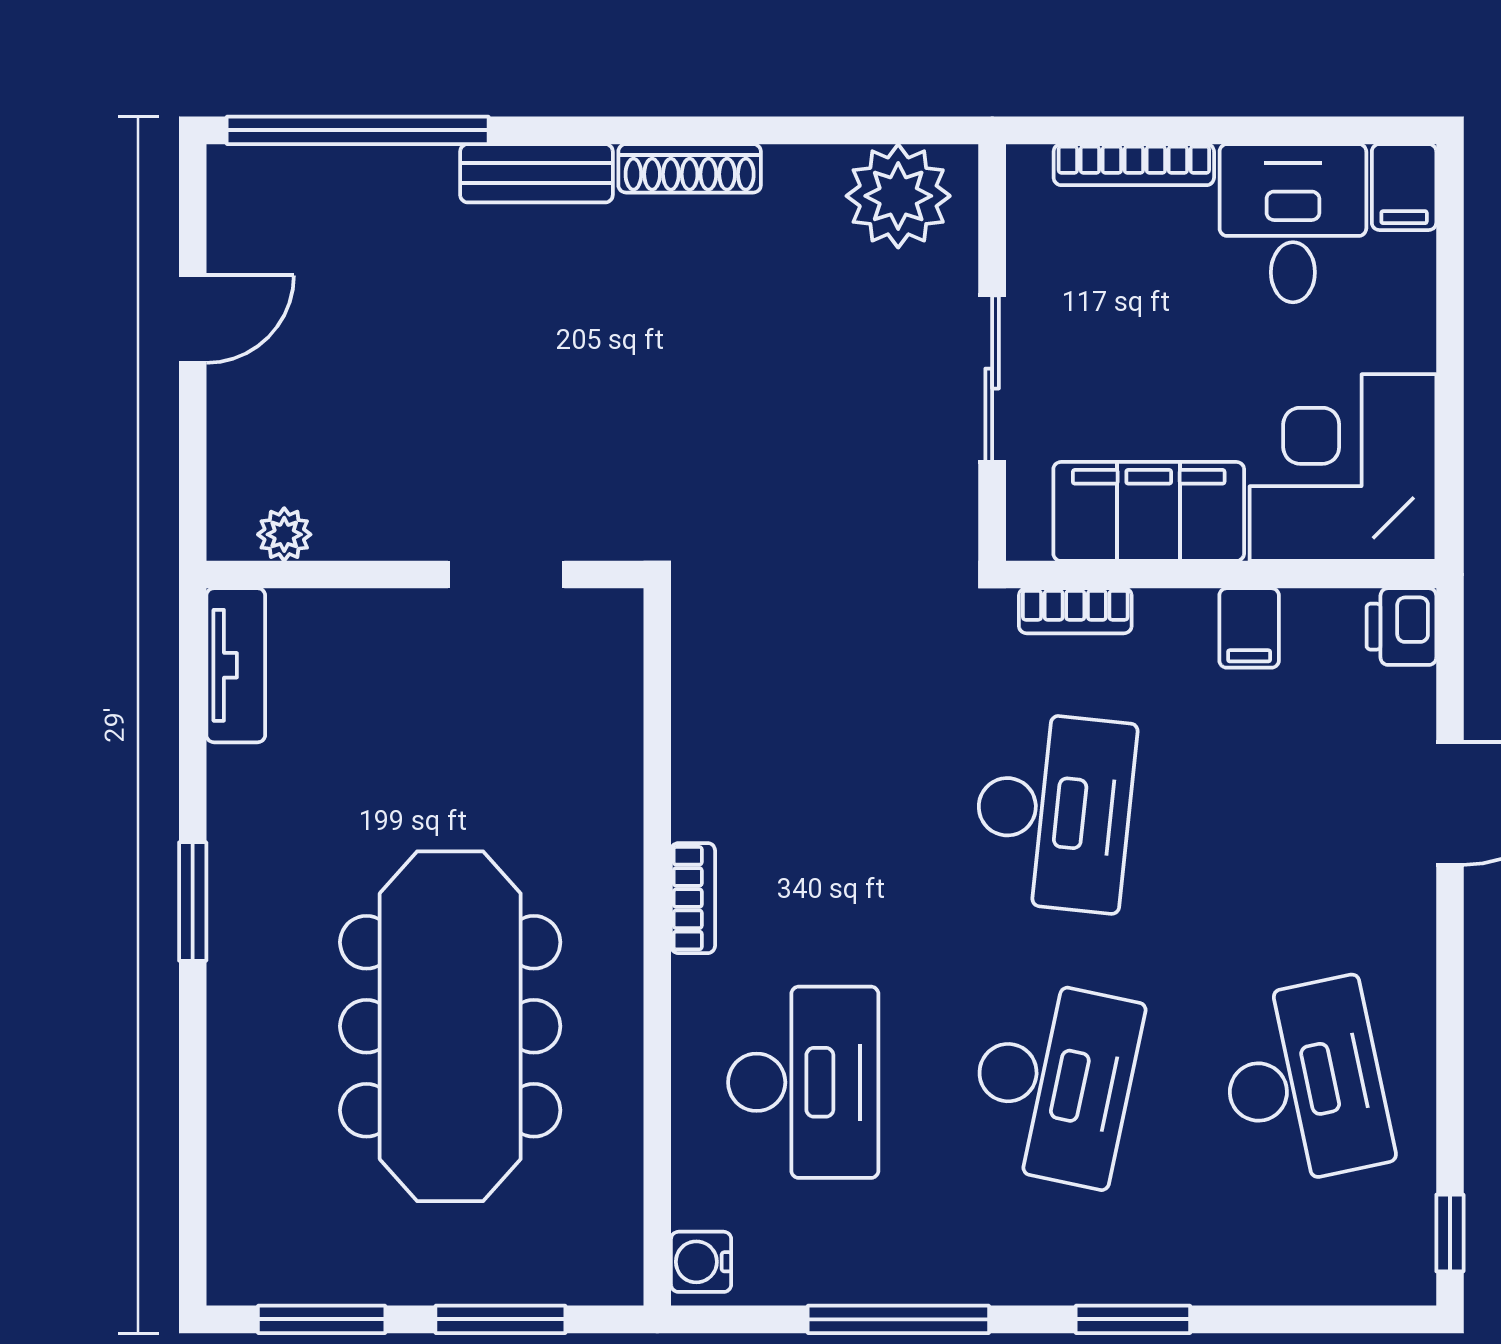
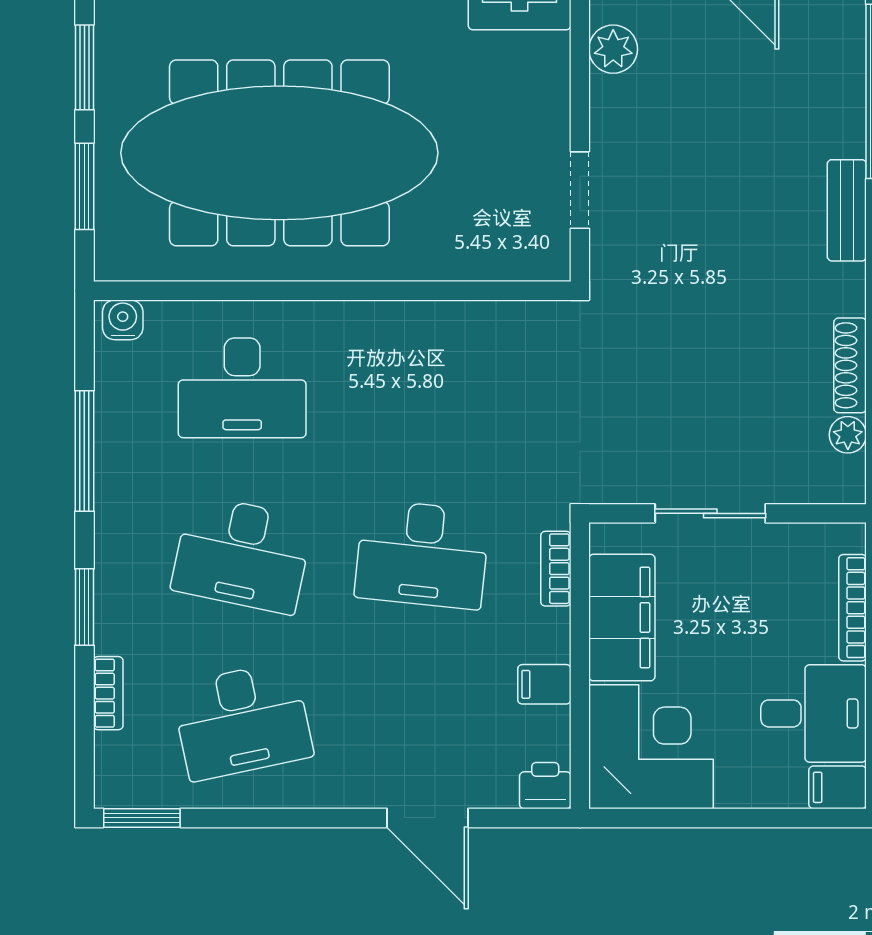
shoe rack: (690, 168) -> (850, 365), moved
plant: (898, 196) -> (848, 435), width x0.53, depth x0.53
plant: (284, 534) -> (613, 49), width x1.38, depth x1.38
bookcase: (693, 898) -> (108, 693), moved, turned -90
meeting table: (450, 1026) -> (279, 153), width x1.36, depth x1.27
window: (1450, 1233) -> (142, 818), width x1.50

